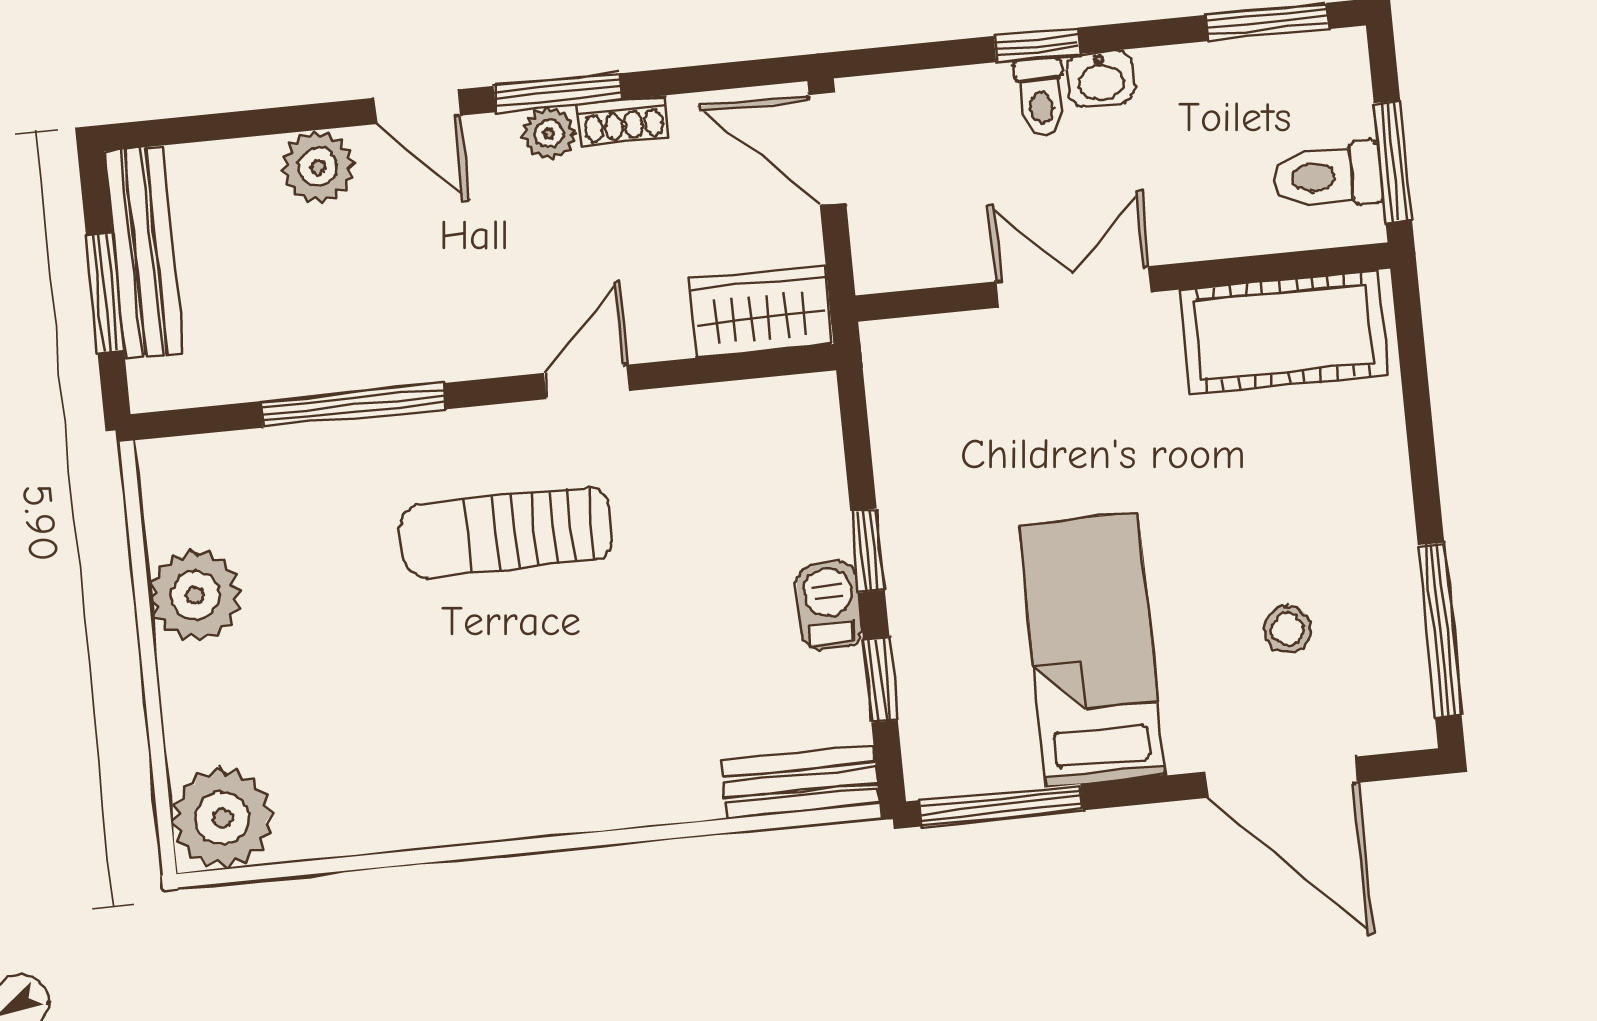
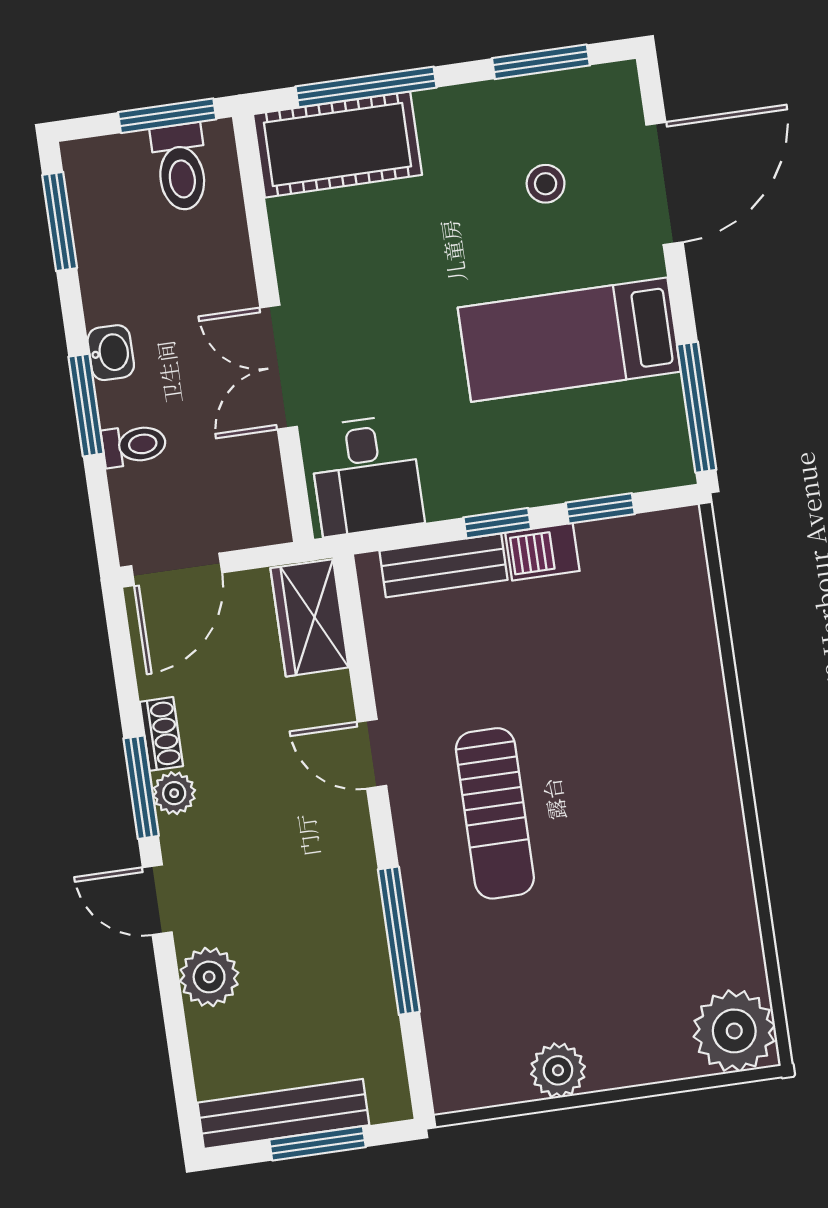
window: (1037, 45) -> (86, 405), width x1.50
toilet: (1040, 97) -> (134, 445), moved
door: (417, 107) -> (157, 900), swing flipped
cot: (1284, 332) -> (337, 144), moved, turned 90
desk: (934, 390) -> (366, 475), added
window: (1418, 411) -> (366, 87), added
plant: (195, 595) -> (558, 1070), width x0.73, depth x0.73
window: (1440, 630) -> (541, 62), width x0.69
bench: (800, 783) -> (444, 565), moved, turned 90

